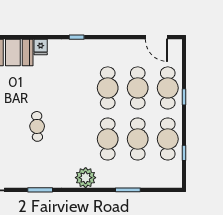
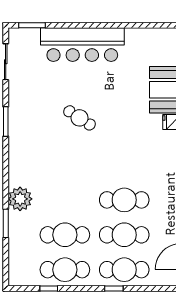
cafe table: (37, 126) -> (80, 118), turned 35
cafe table: (108, 139) -> (65, 200), removed
plant: (86, 178) -> (20, 199), moved

